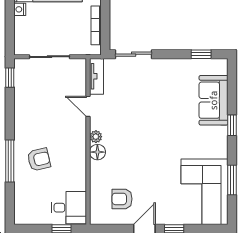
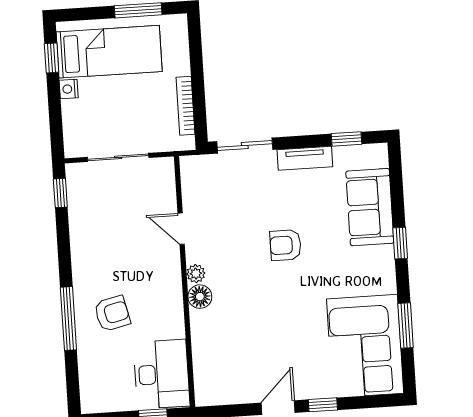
tv unit: (96, 76) -> (305, 158), moved, turned 90
armchair: (122, 199) -> (285, 245), moved
desk: (69, 208) -> (161, 374), width x1.37

